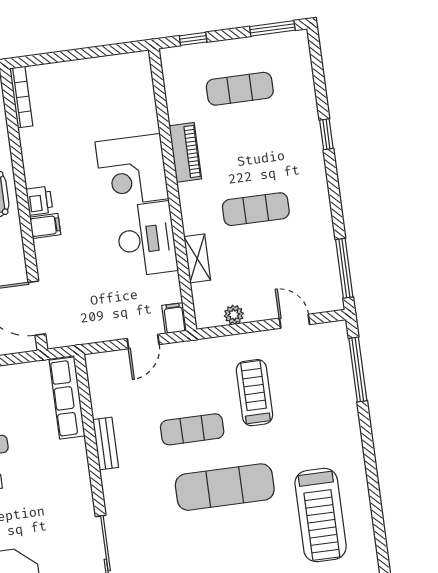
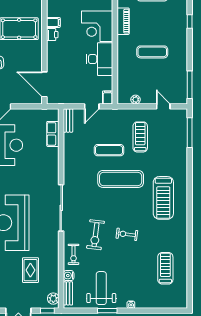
filing cabinet: (45, 226) -> (53, 22), moved
shelving: (197, 258) -> (122, 71), removed
row of seats: (67, 398) -> (53, 134), width x0.68
bench: (106, 443) -> (68, 120), moved

